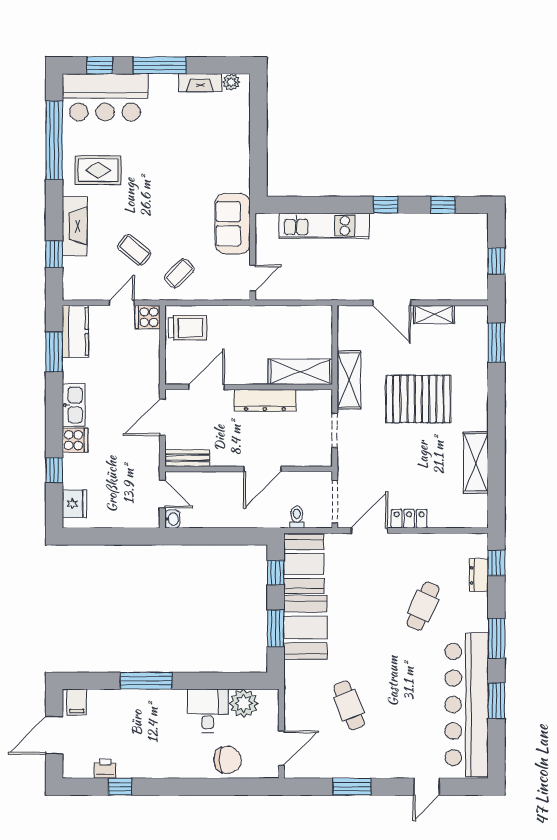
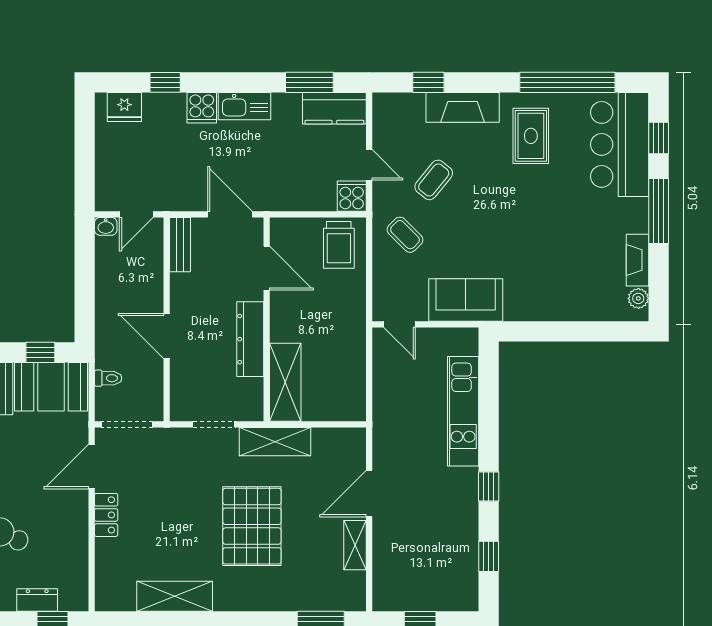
door: (369, 531) -> (92, 467), swing flipped

